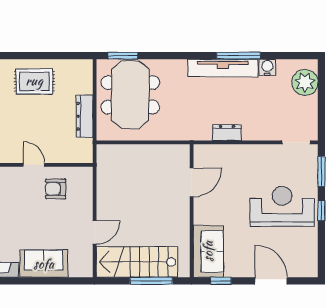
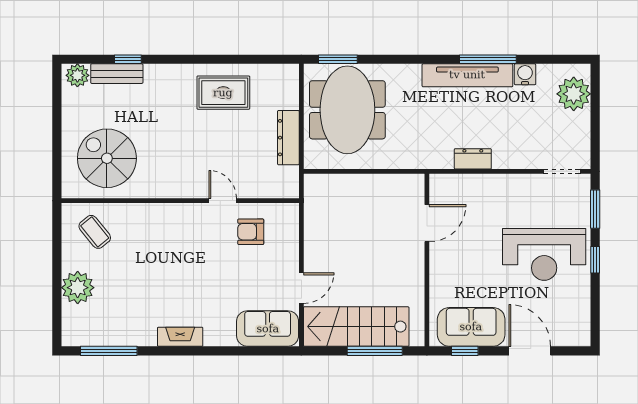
reception desk: (282, 206) -> (544, 254), turned 180
sofa: (208, 251) -> (471, 327), moved, turned -90
sofa: (44, 264) -> (268, 329), moved

